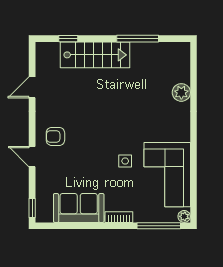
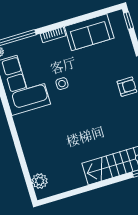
window: (138, 39) -> (82, 190), removed
plant: (181, 92) -> (40, 181), moved

